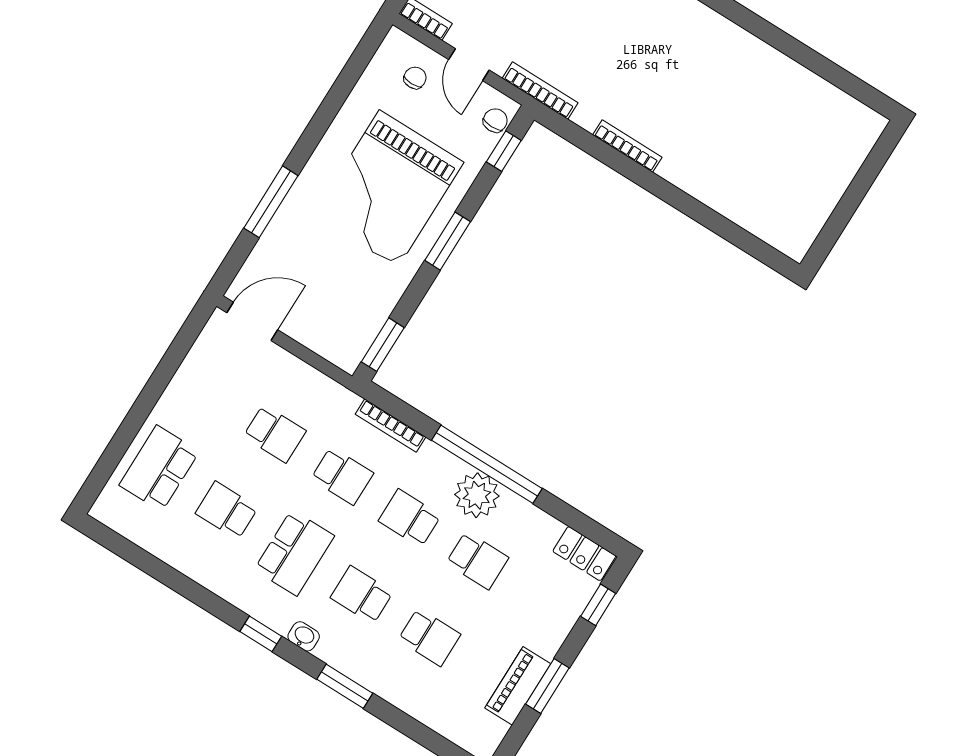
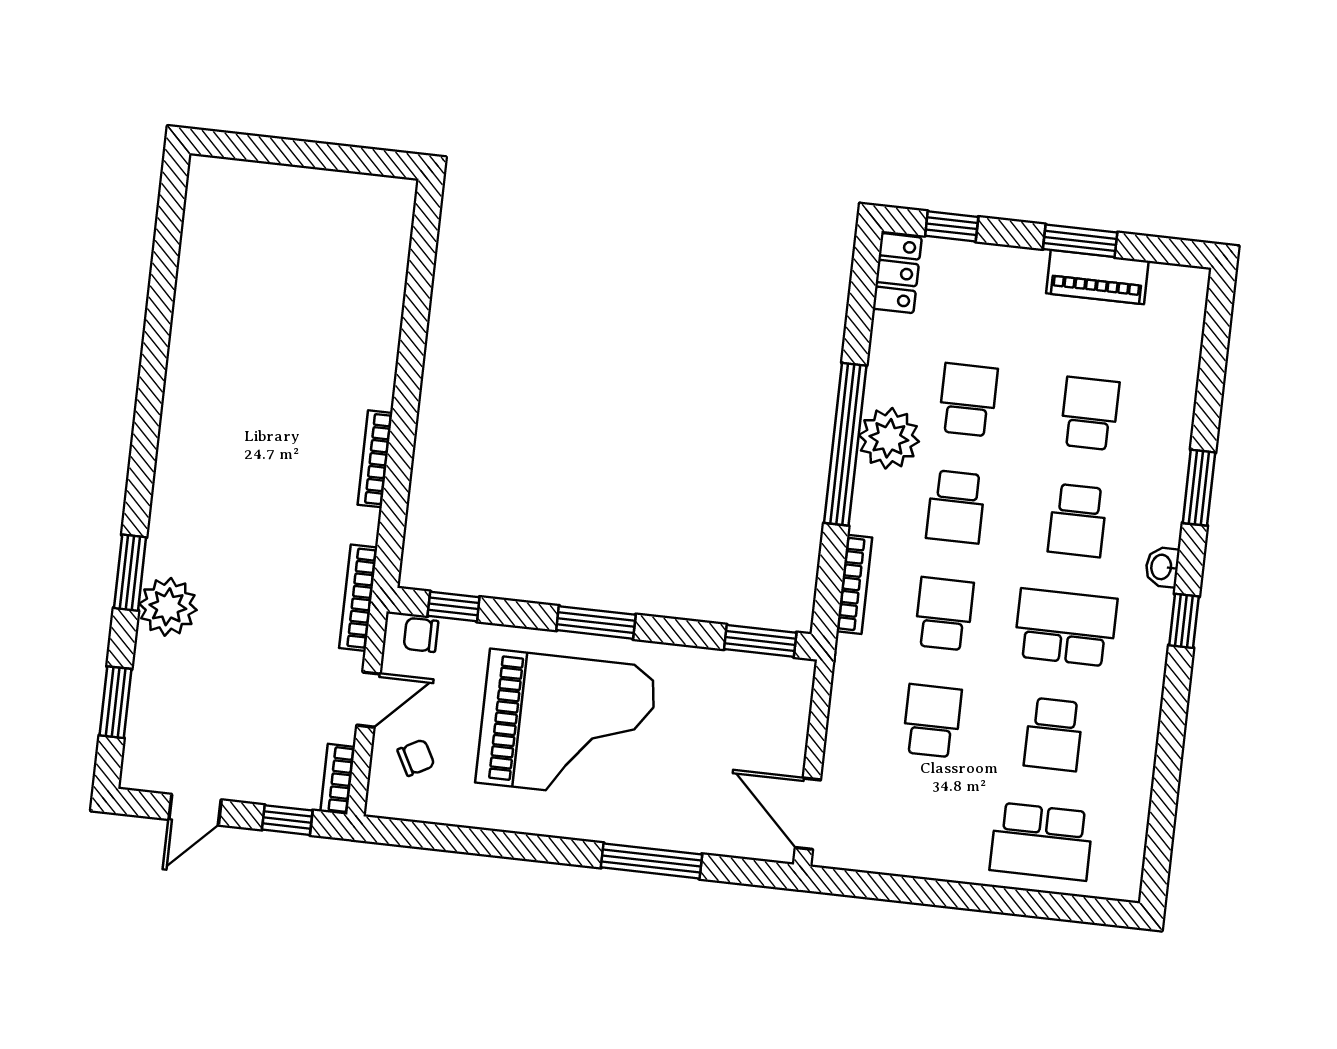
chair: (415, 78) -> (416, 758), turned 152

